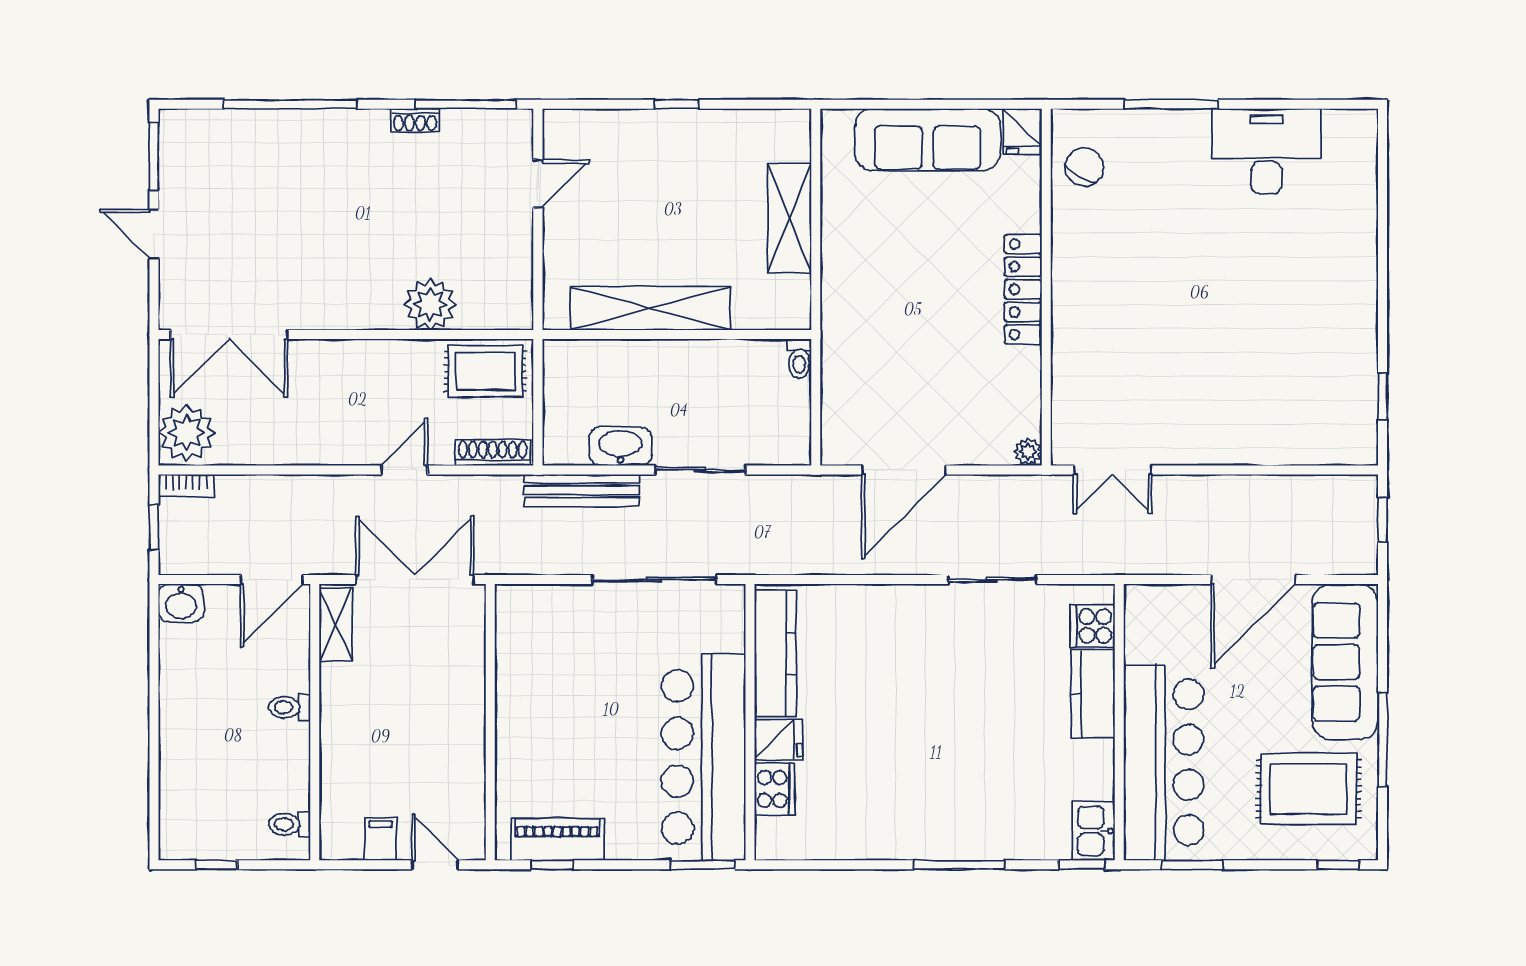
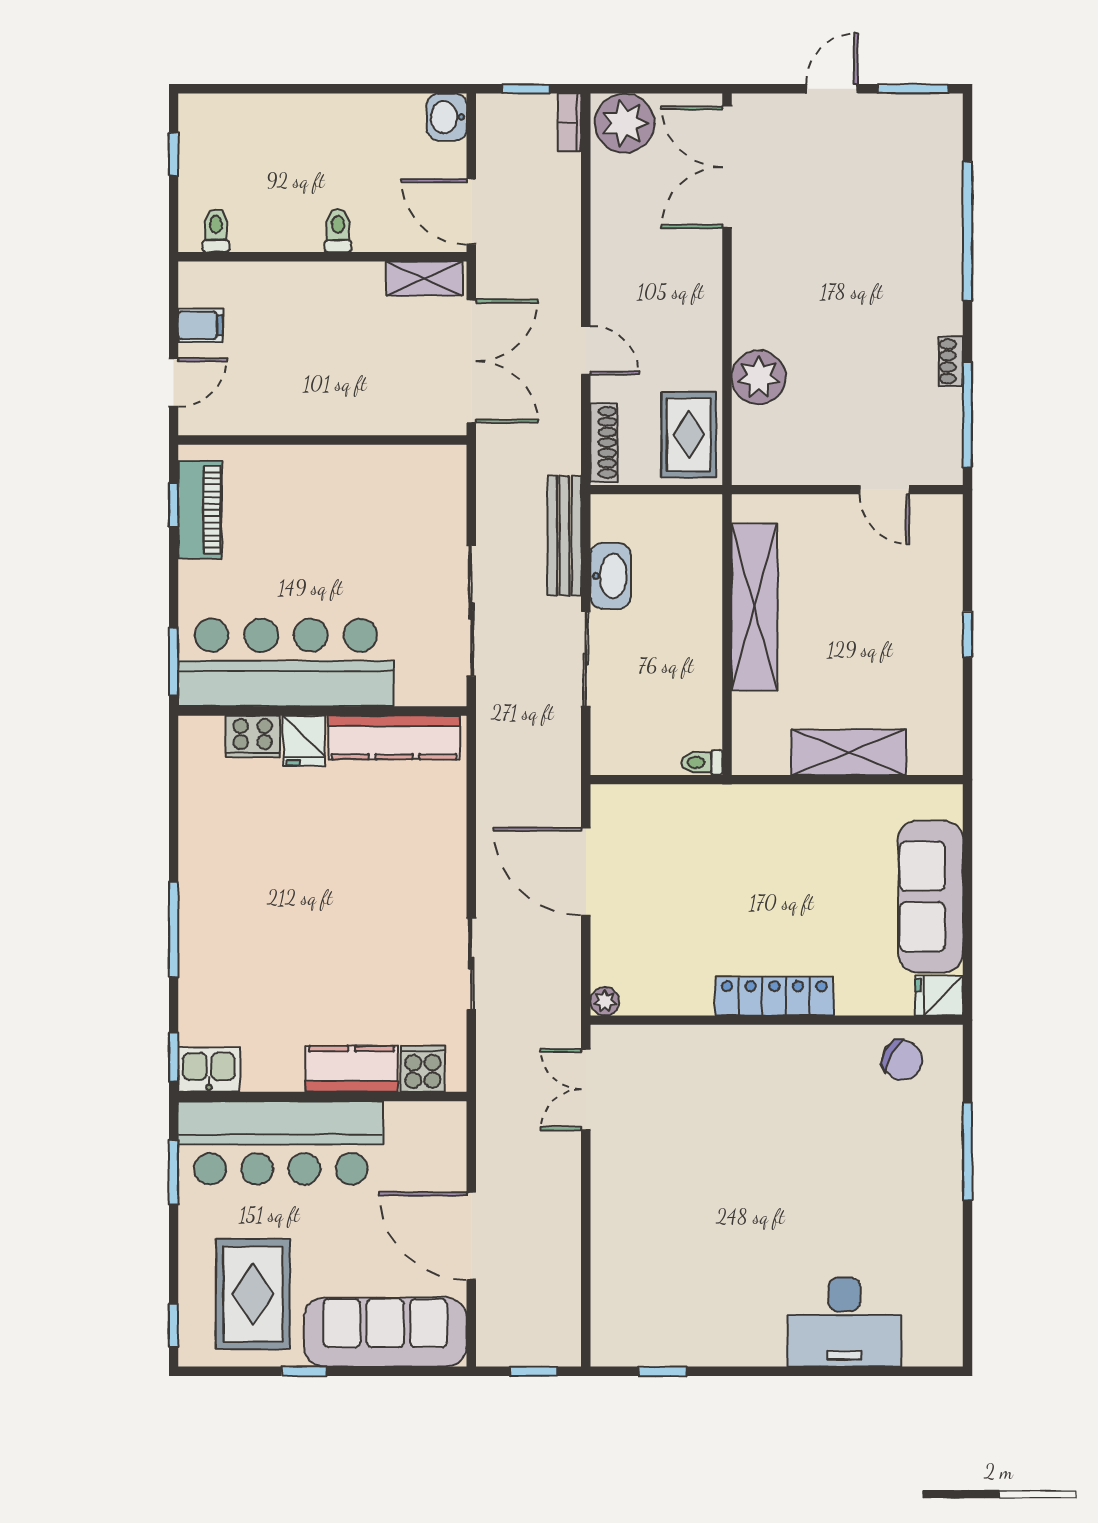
desk: (1266, 151) -> (844, 1322), moved, turned 90
window: (1383, 740) -> (304, 1371), width x0.46

